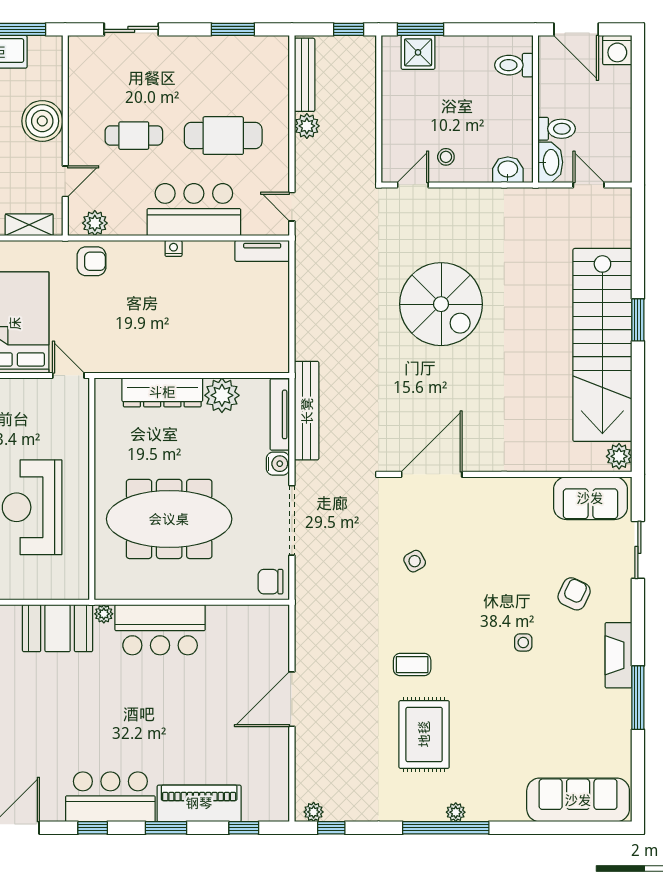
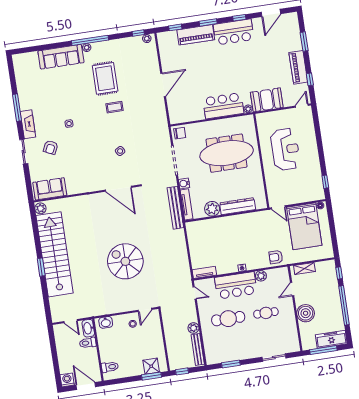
plant: (95, 223) -> (261, 276), moved
door: (432, 474) -> (118, 189), hinge flipped
sliding door: (638, 550) -> (24, 152), moved
sofa: (578, 800) -> (61, 57), moved

